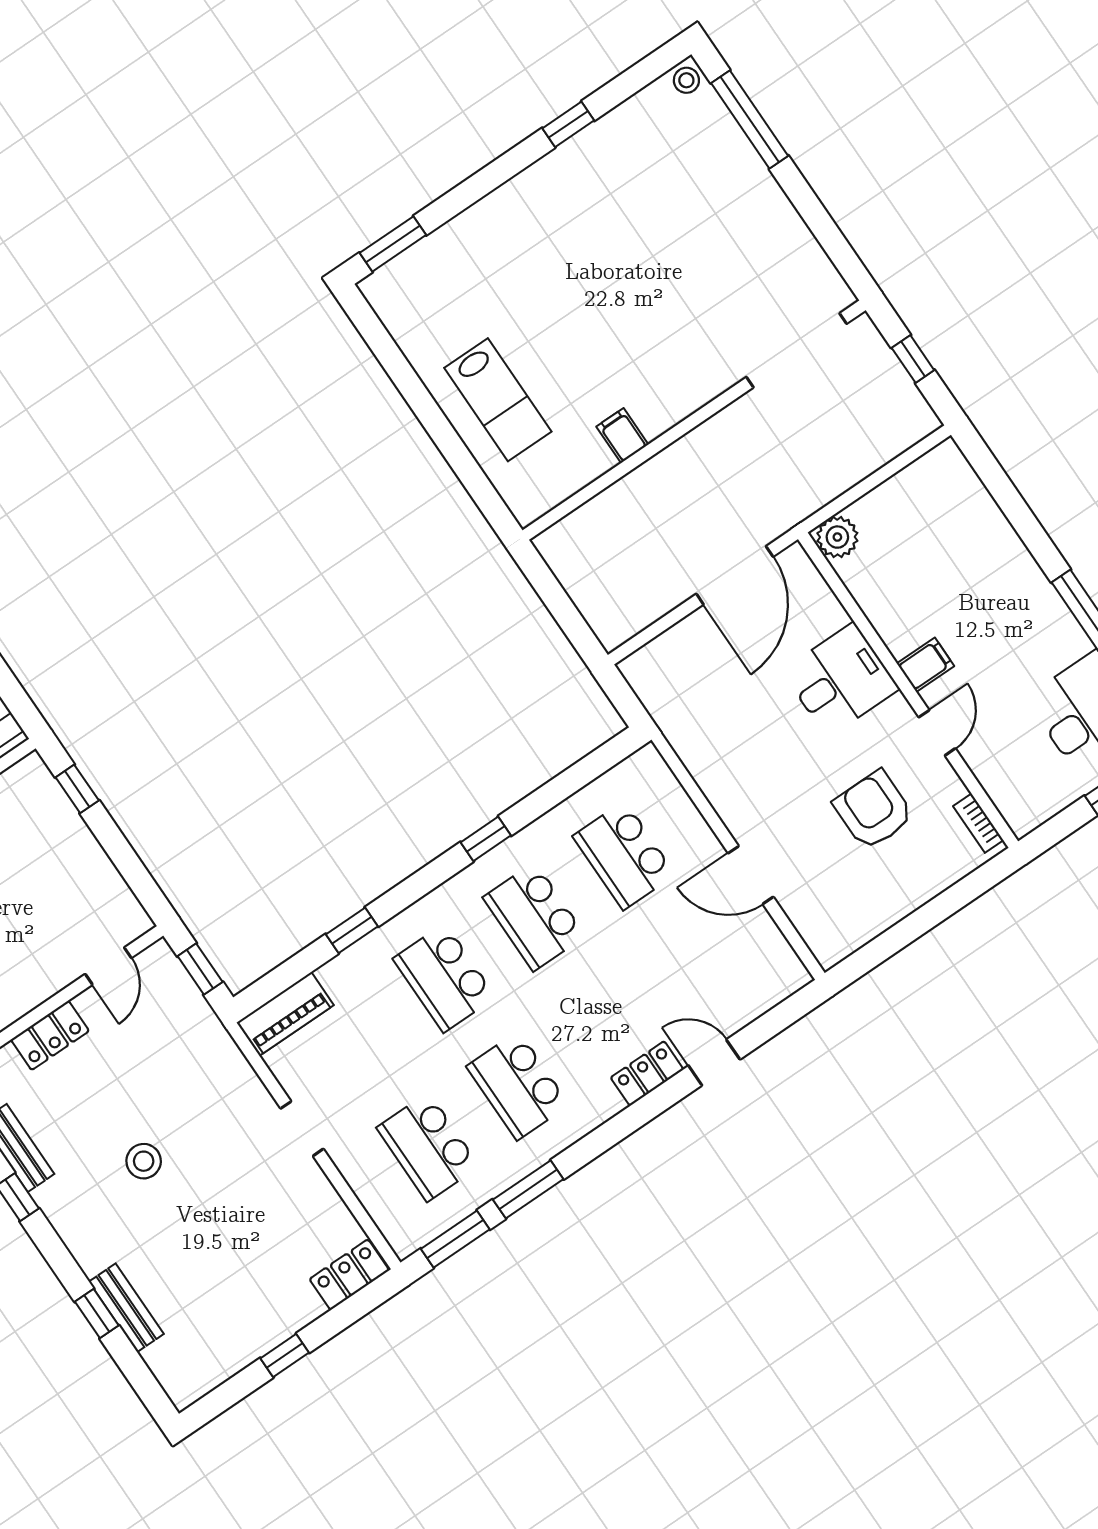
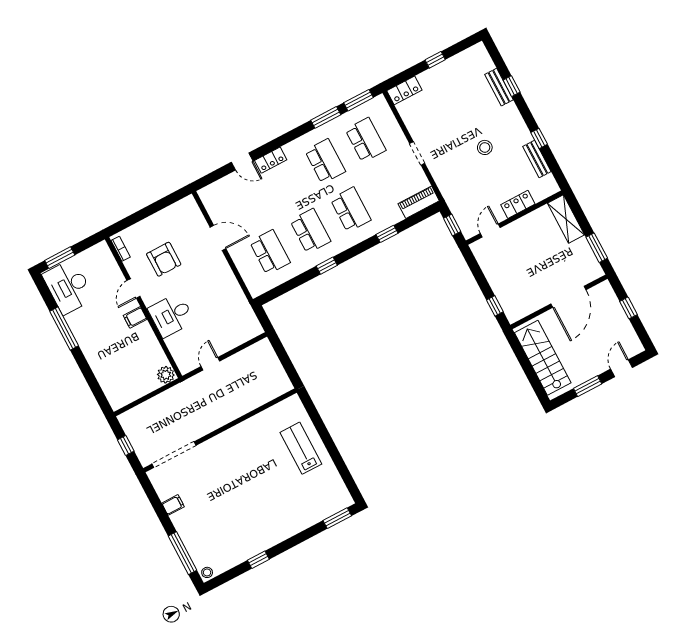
filing cabinet: (622, 436) -> (173, 505), moved, turned -90
door: (735, 575) -> (210, 364), width x0.53

